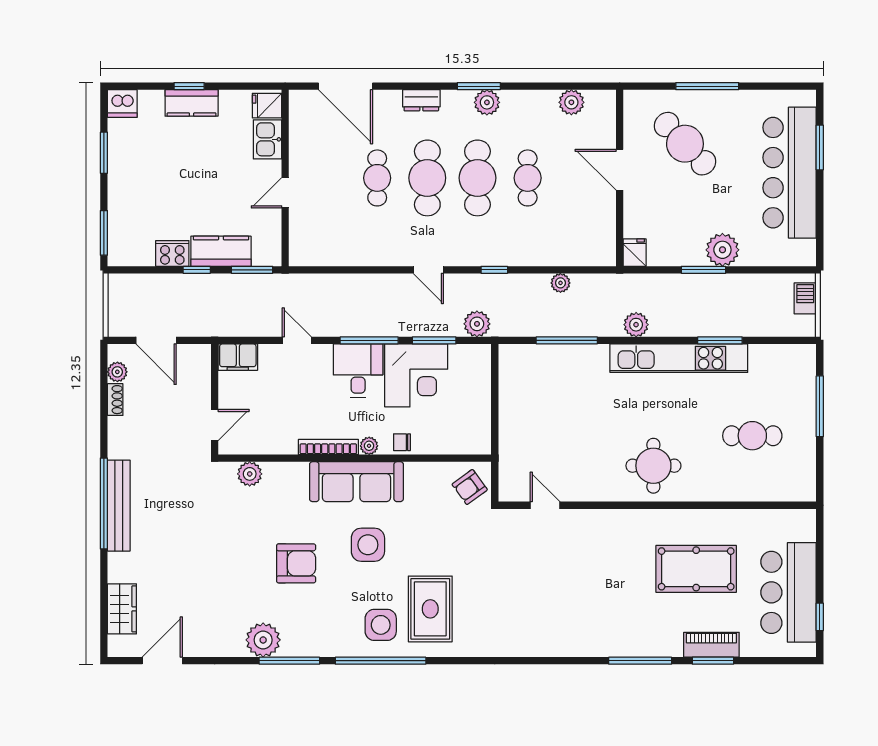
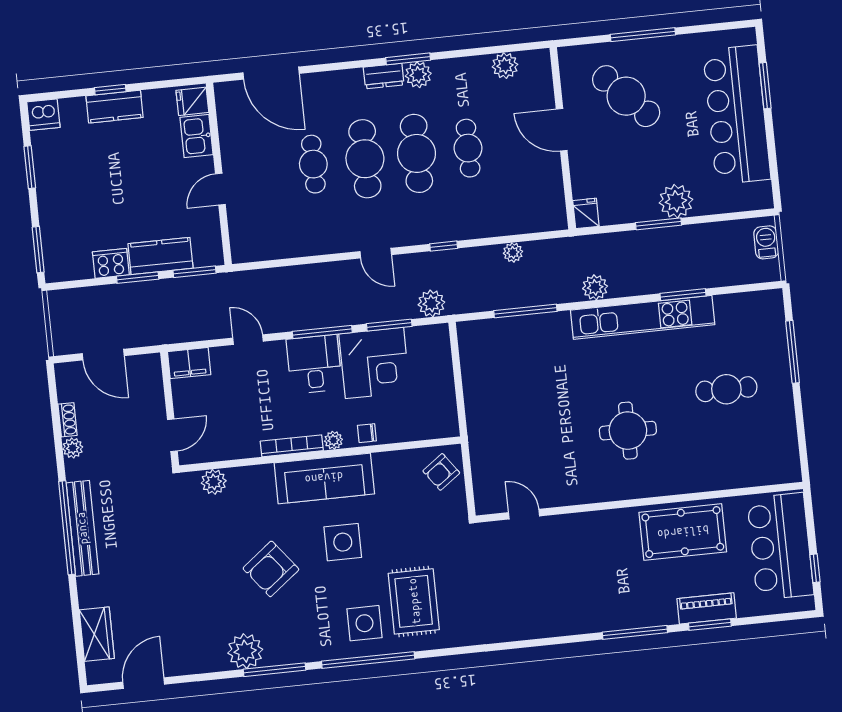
dresser: (421, 100) -> (384, 76), moved
window: (197, 270) -> (138, 278), width x1.50
plant: (117, 372) -> (73, 448), moved
door: (545, 505) -> (524, 514), moved
wall: (657, 505) -> (639, 502), moved
armchair: (296, 563) -> (271, 569), turned 142

